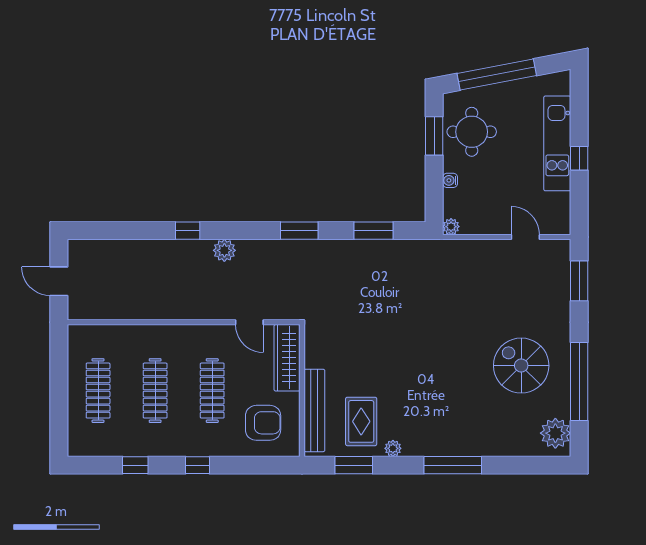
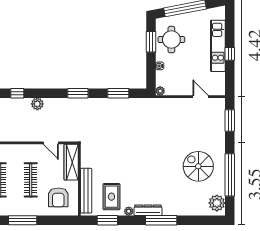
armchair: (263, 423) -> (58, 197), turned 90
dresser: (428, 447) -> (148, 210), added
window: (197, 465) -> (23, 220), width x2.17

